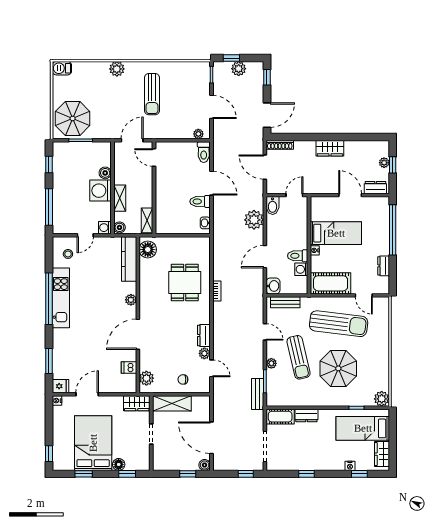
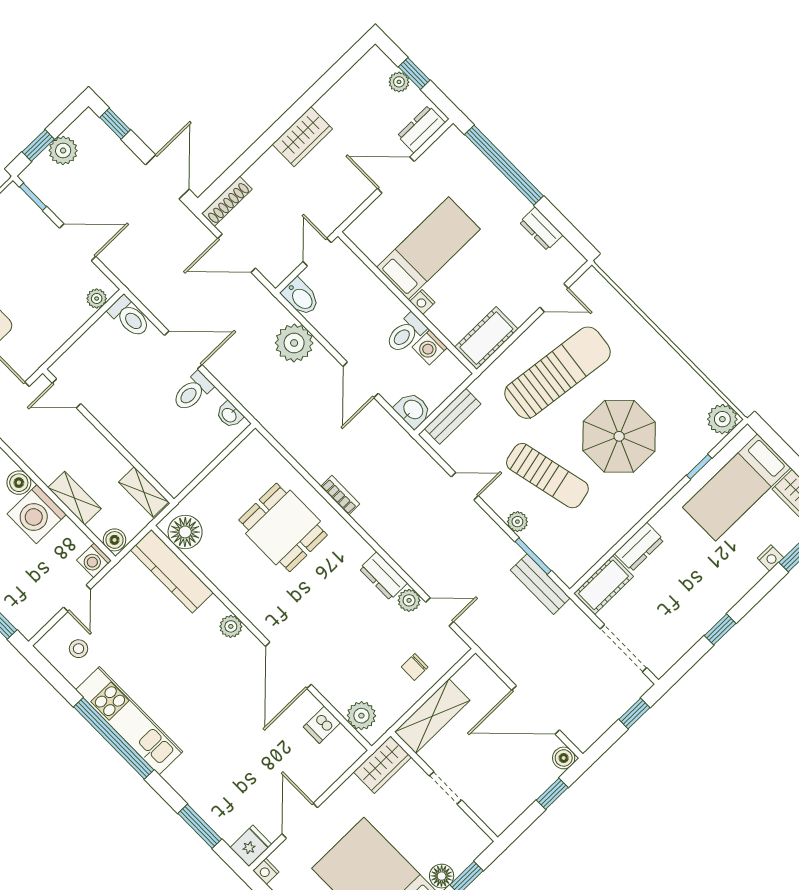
cot: (331, 283) -> (486, 338), width x0.73, depth x0.75

